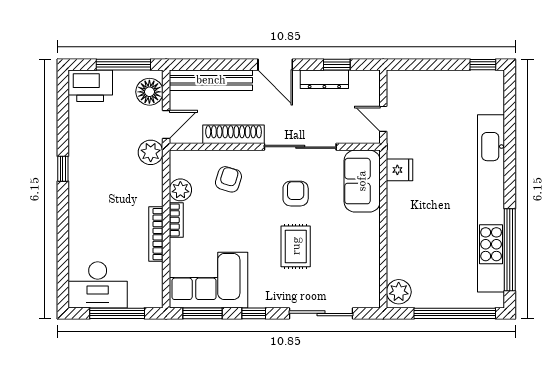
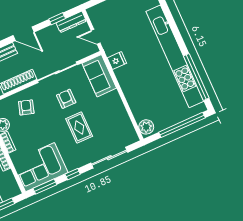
dresser: (324, 79) -> (71, 22), moved

